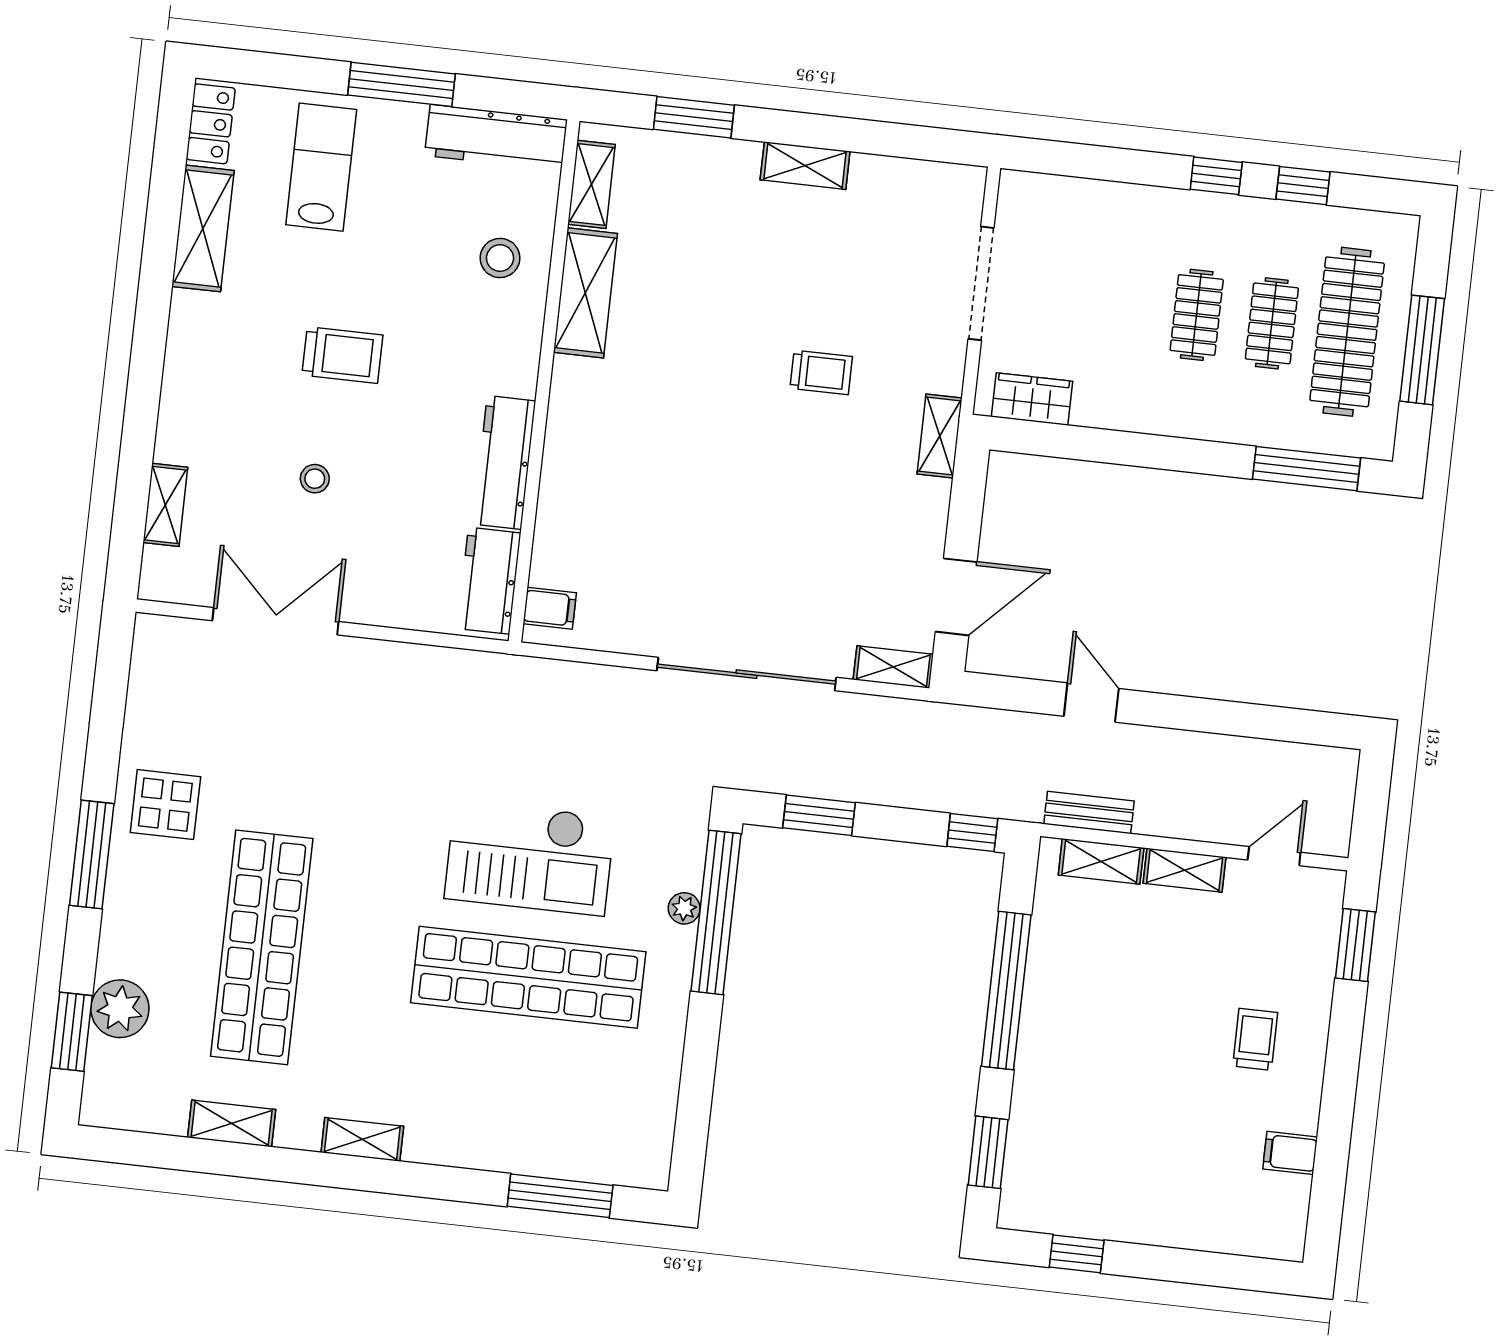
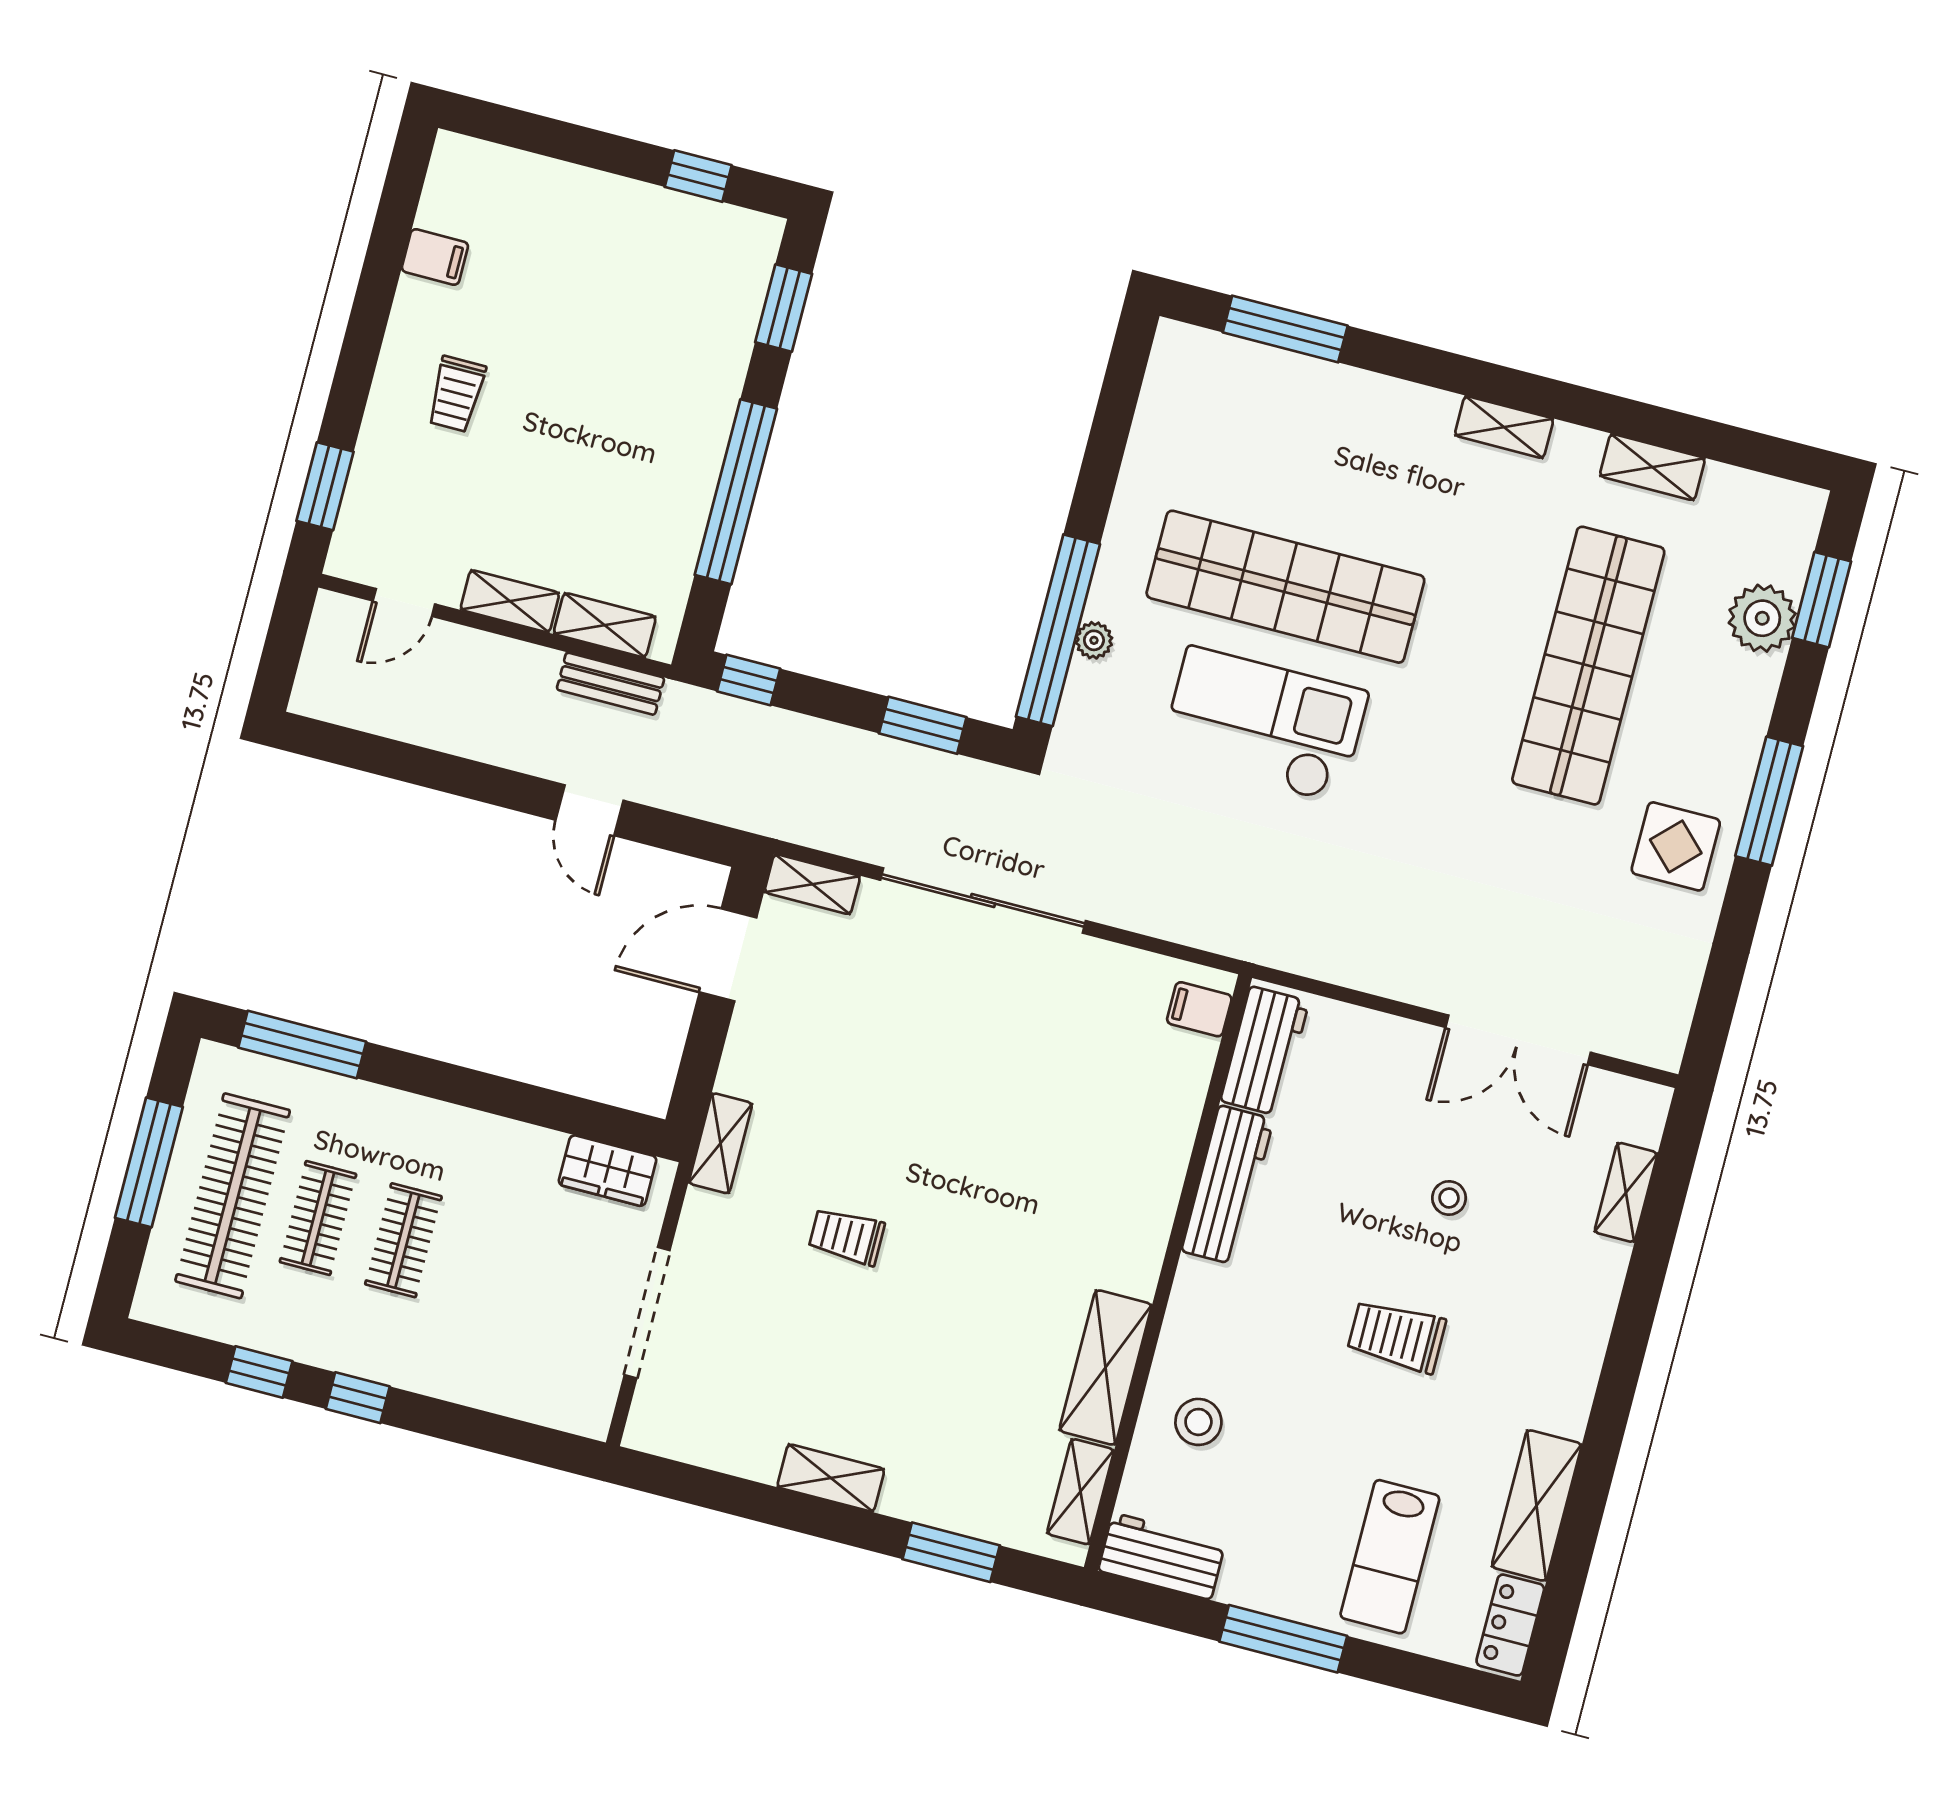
workbench: (496, 137) -> (1162, 1556), width x0.73

